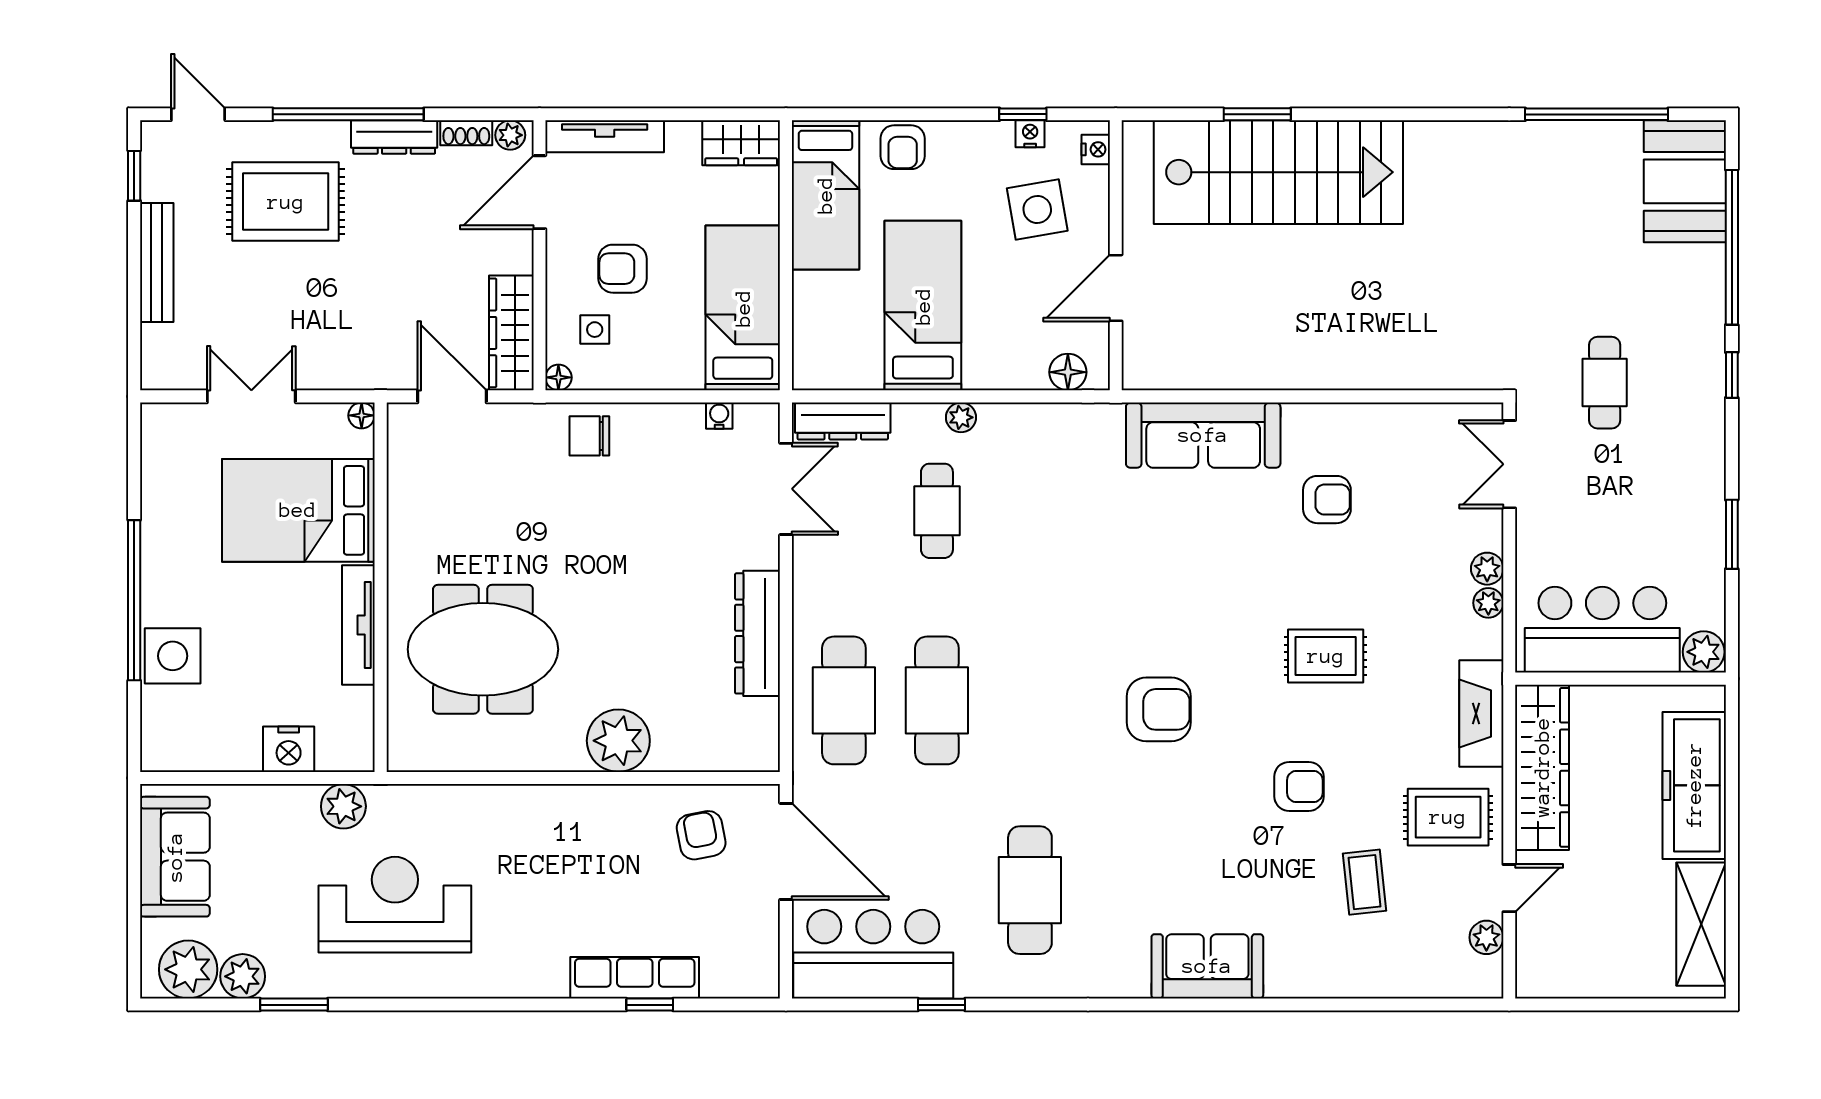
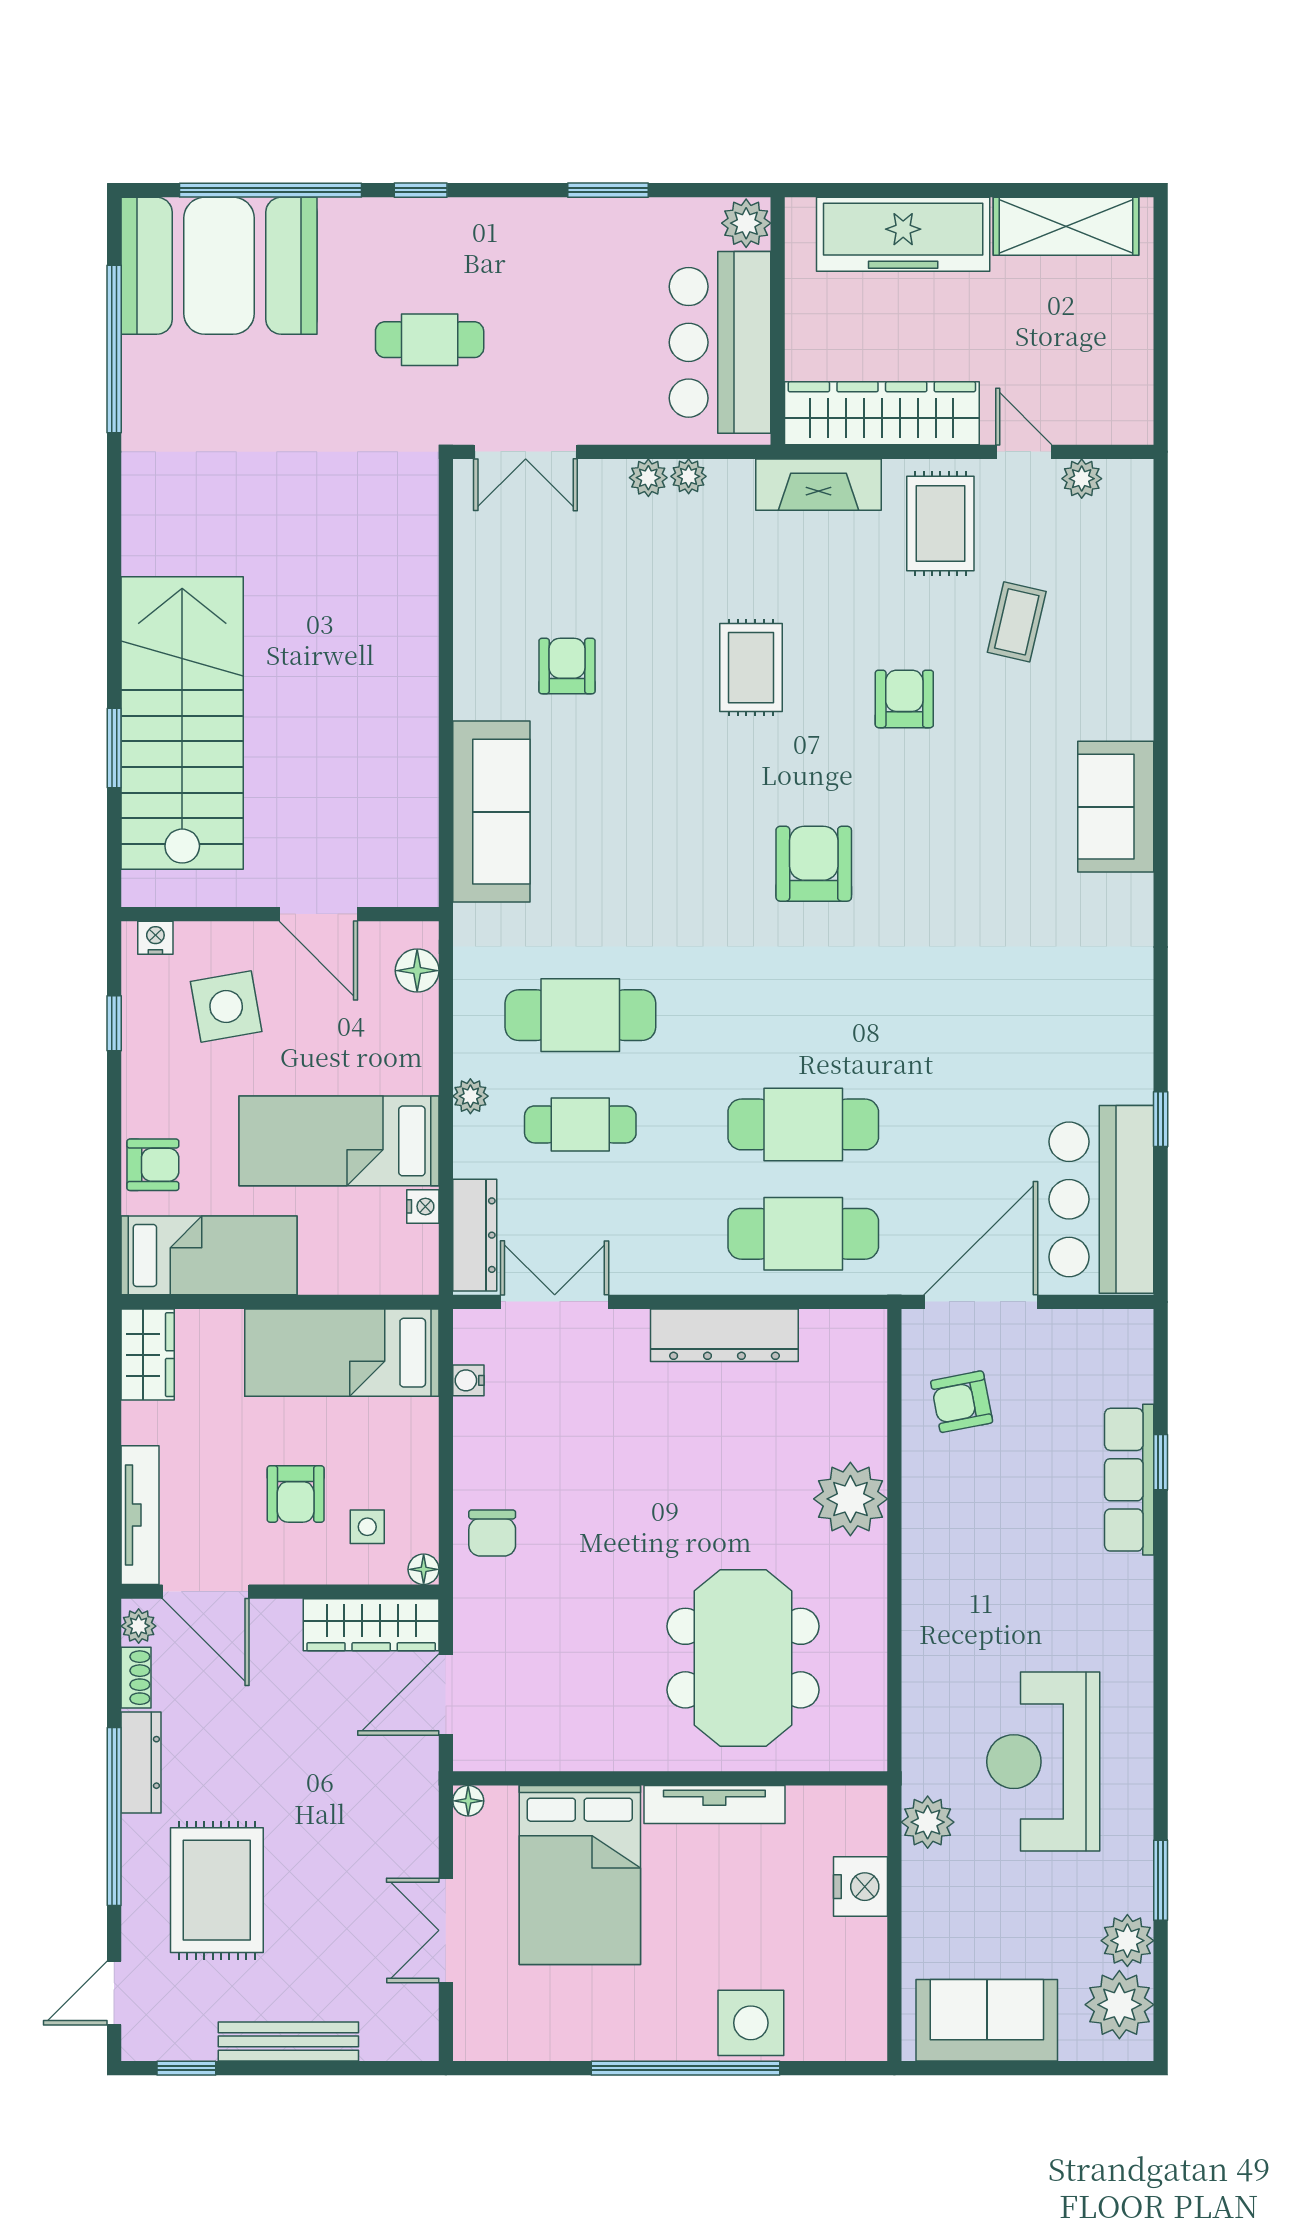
nightstand: (1030, 134) -> (423, 1206), moved, turned 180
booth: (1685, 181) -> (219, 266), width x1.36, depth x1.42
coffee table: (1365, 882) -> (1017, 622), turned -71
cafe table: (1030, 890) -> (580, 1015), moved

